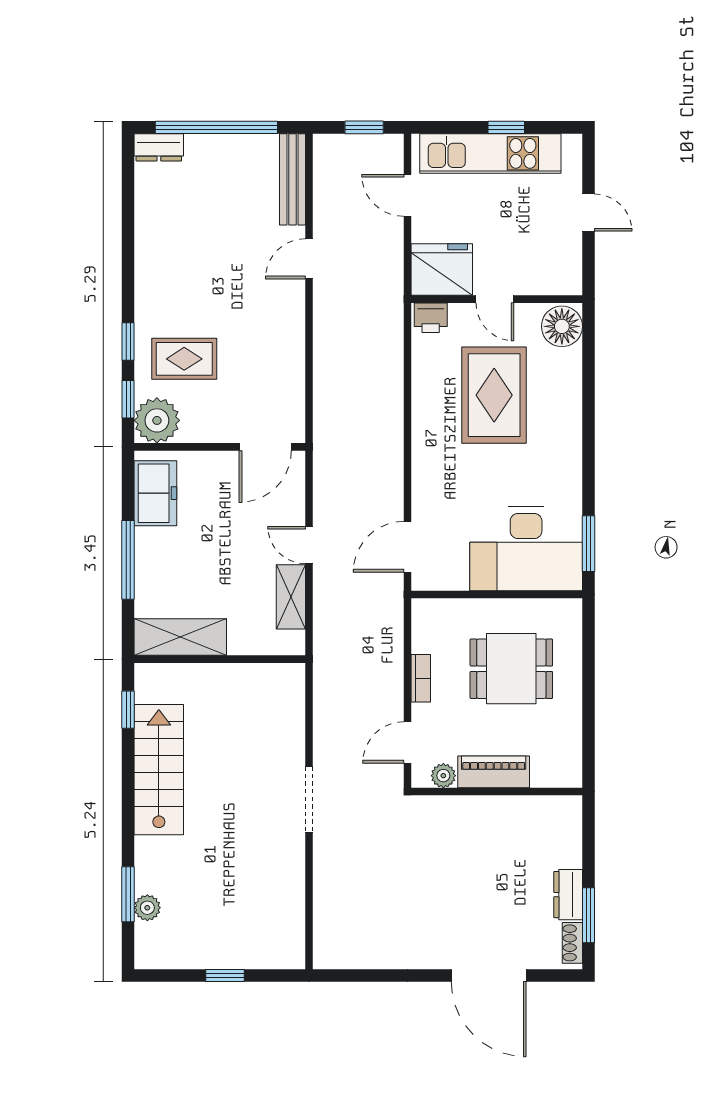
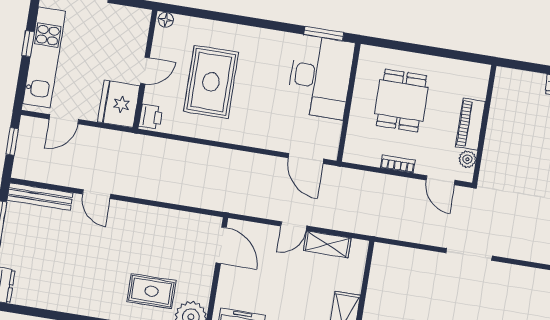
floor lamp: (562, 326) -> (166, 20), width x0.53, depth x0.53
rug: (184, 359) -> (151, 291), turned 90
rug: (494, 395) -> (211, 82), turned 90

